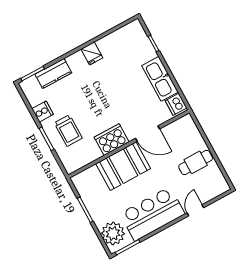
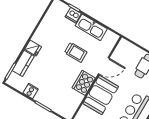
fridge: (92, 53) -> (33, 48), moved
dishwasher: (176, 104) -> (73, 15), moved
trolley: (68, 131) -> (76, 52), moved

